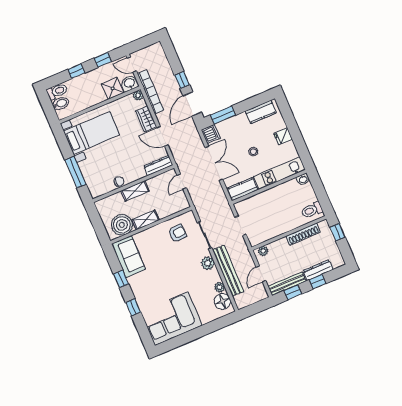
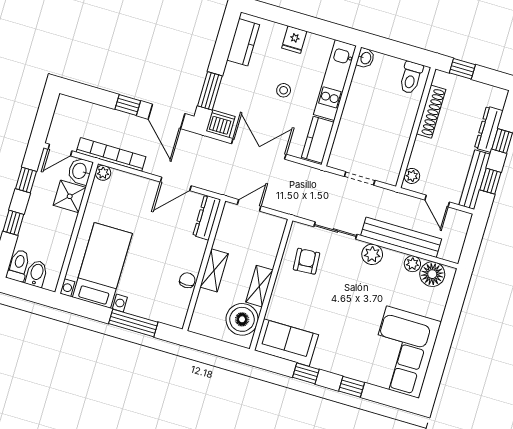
wardrobe: (146, 119) -> (139, 186), removed
door: (182, 182) -> (249, 205), swing flipped

